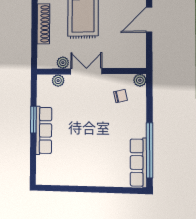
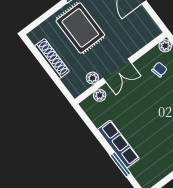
double door: (86, 71) -> (117, 71), swing flipped
window: (33, 120) -> (120, 164), moved

